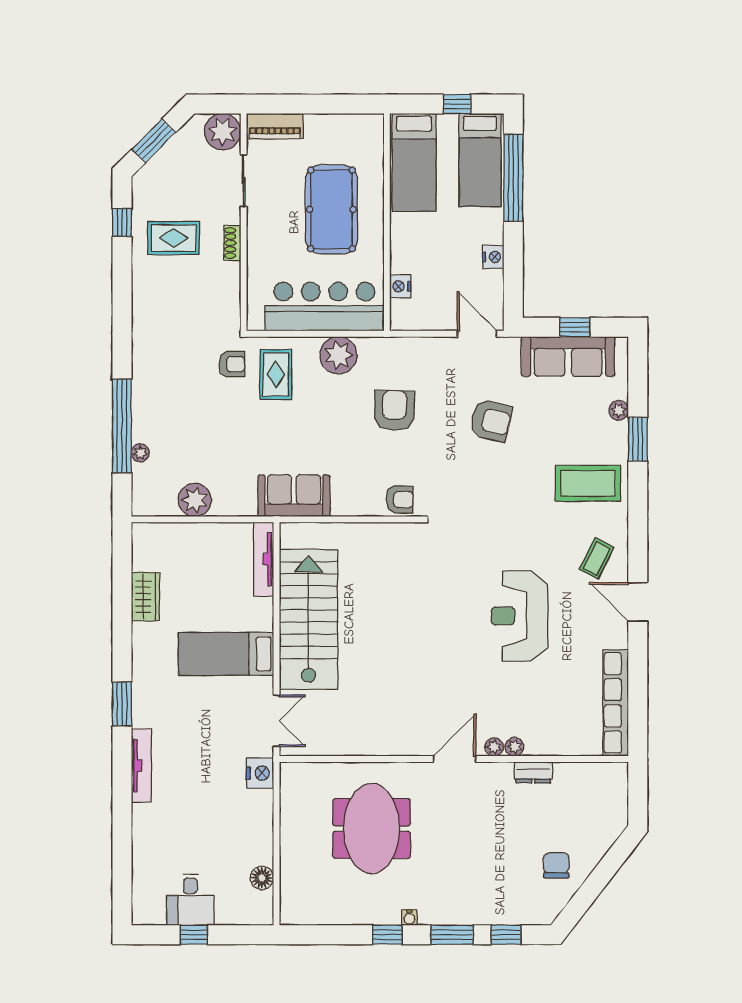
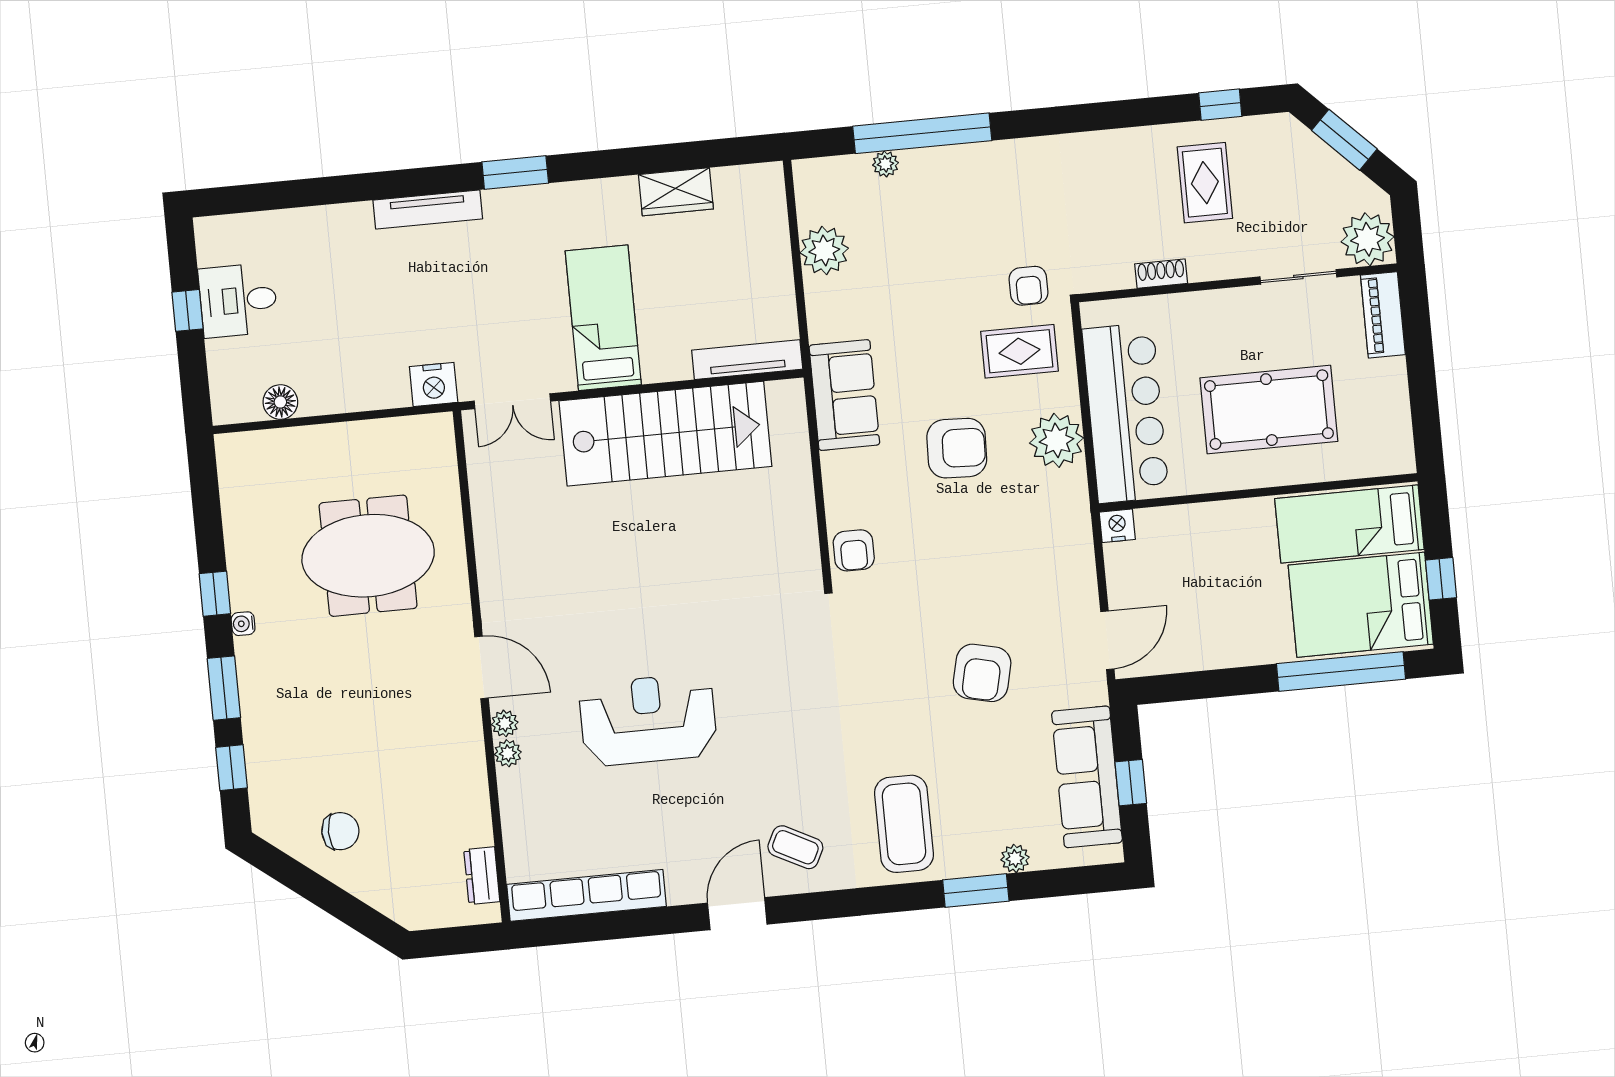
bed: (480, 160) -> (1361, 605), width x1.50
shoe rack: (232, 243) -> (1161, 274), moved
nightstand: (493, 257) -> (1222, 653), removed
nightstand: (400, 286) -> (1117, 526), moved
armchair: (394, 411) -> (957, 448), moved
reception desk: (519, 616) -> (648, 720), moved
dresser: (533, 772) -> (482, 876), moved

